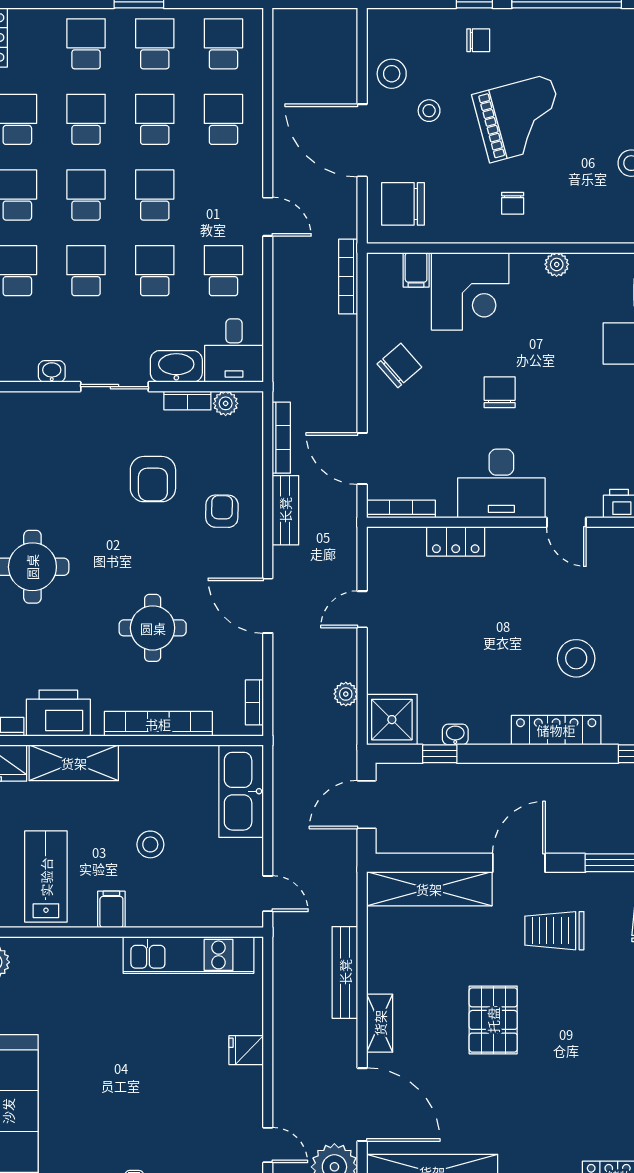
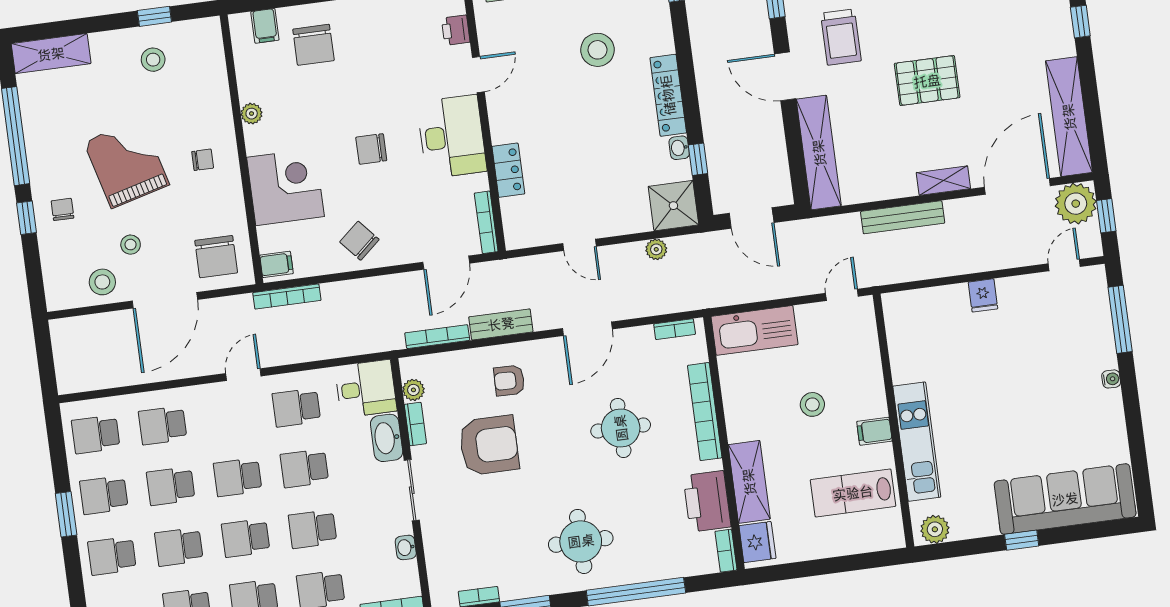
filing cabinet: (416, 270) -> (276, 264), moved
armchair: (153, 479) -> (489, 445), width x1.36, depth x1.36
locker: (556, 730) -> (668, 95), moved
kitchen unit: (188, 955) -> (917, 442), moved

